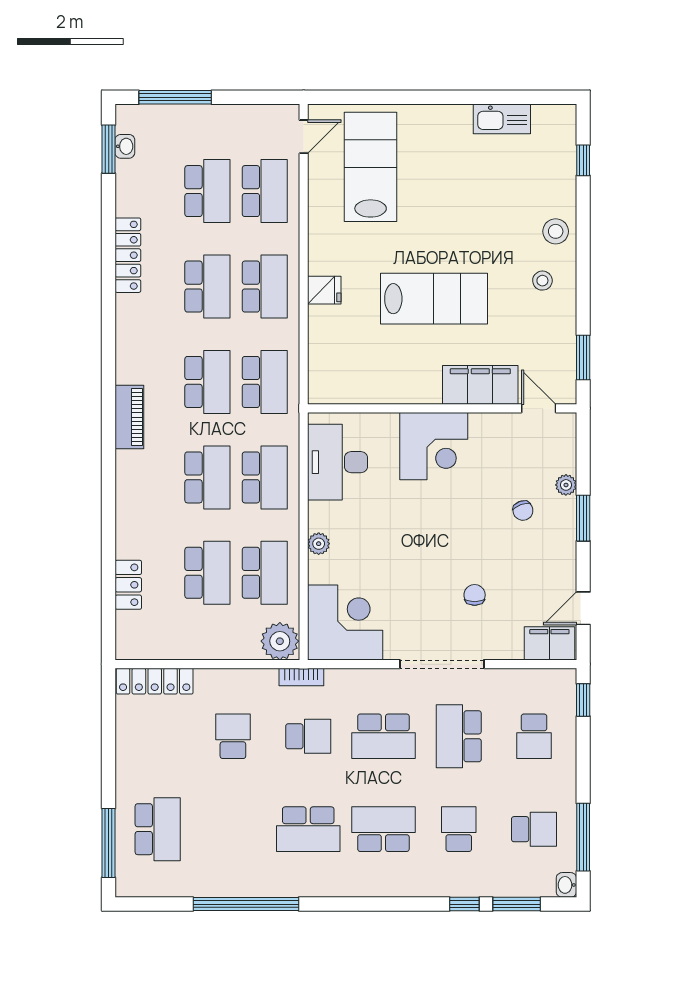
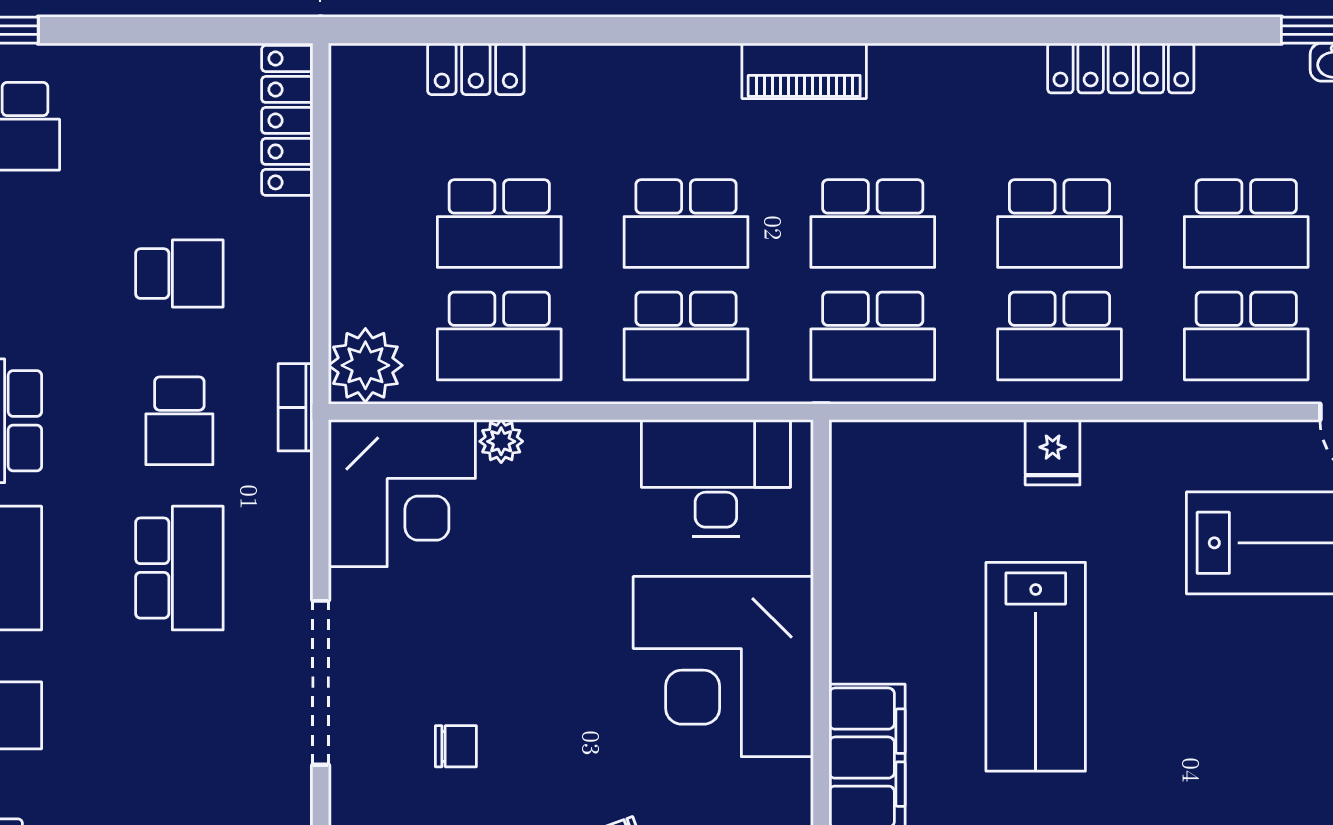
corner desk: (434, 446) -> (723, 667), width x1.36, depth x1.36
plant: (319, 544) -> (501, 441), moved
school desk: (383, 736) -> (179, 568), turned 180
school desk: (459, 736) -> (179, 715), removed

